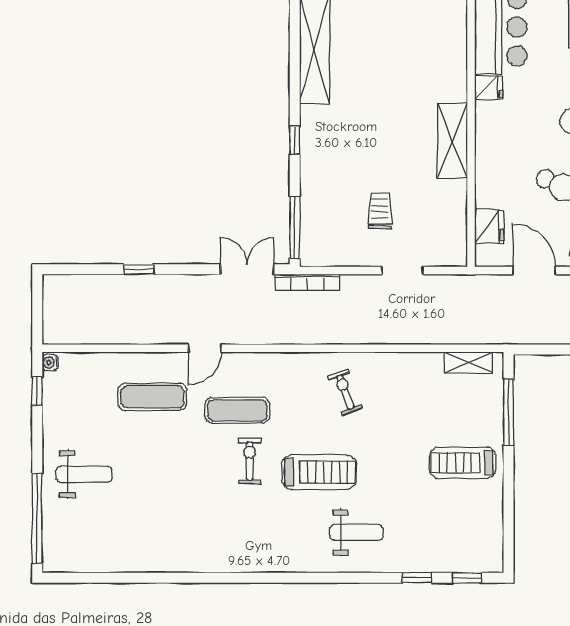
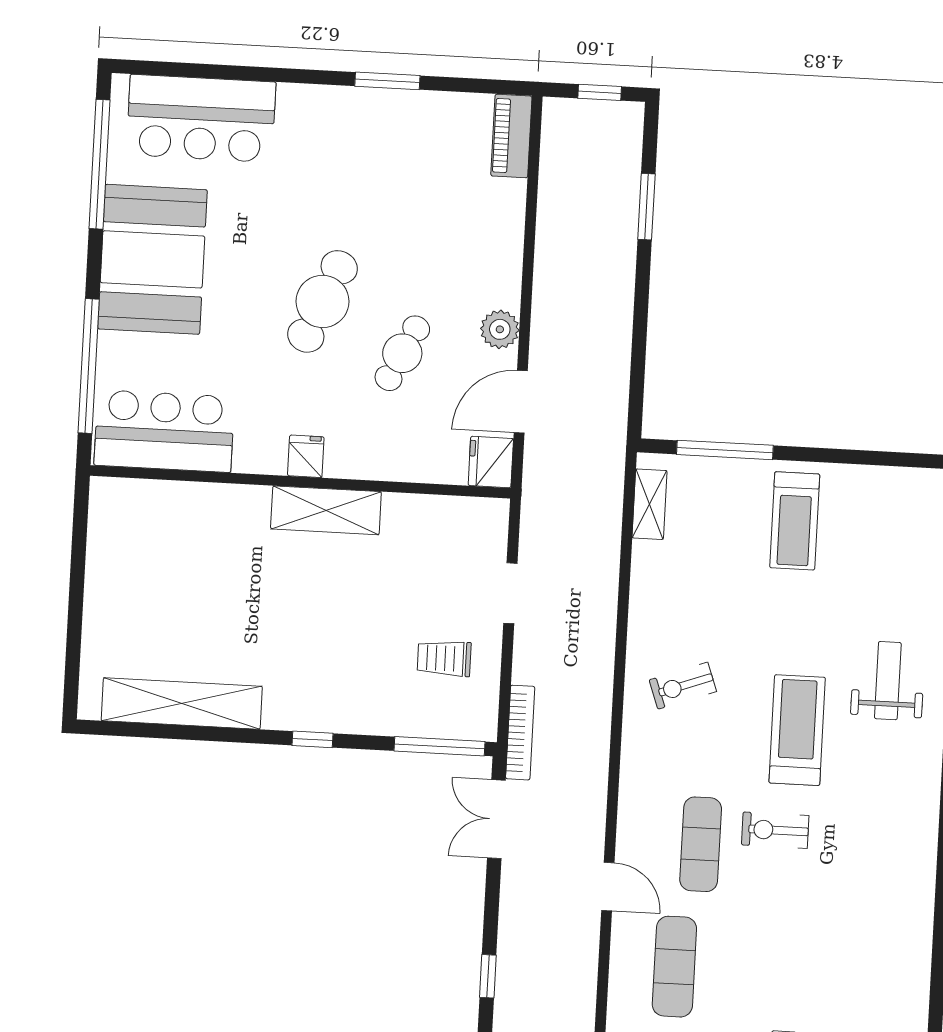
fridge: (489, 88) -> (306, 456), moved
trolley: (380, 211) -> (444, 658), moved
fridge: (489, 227) -> (491, 462), moved, turned -90

